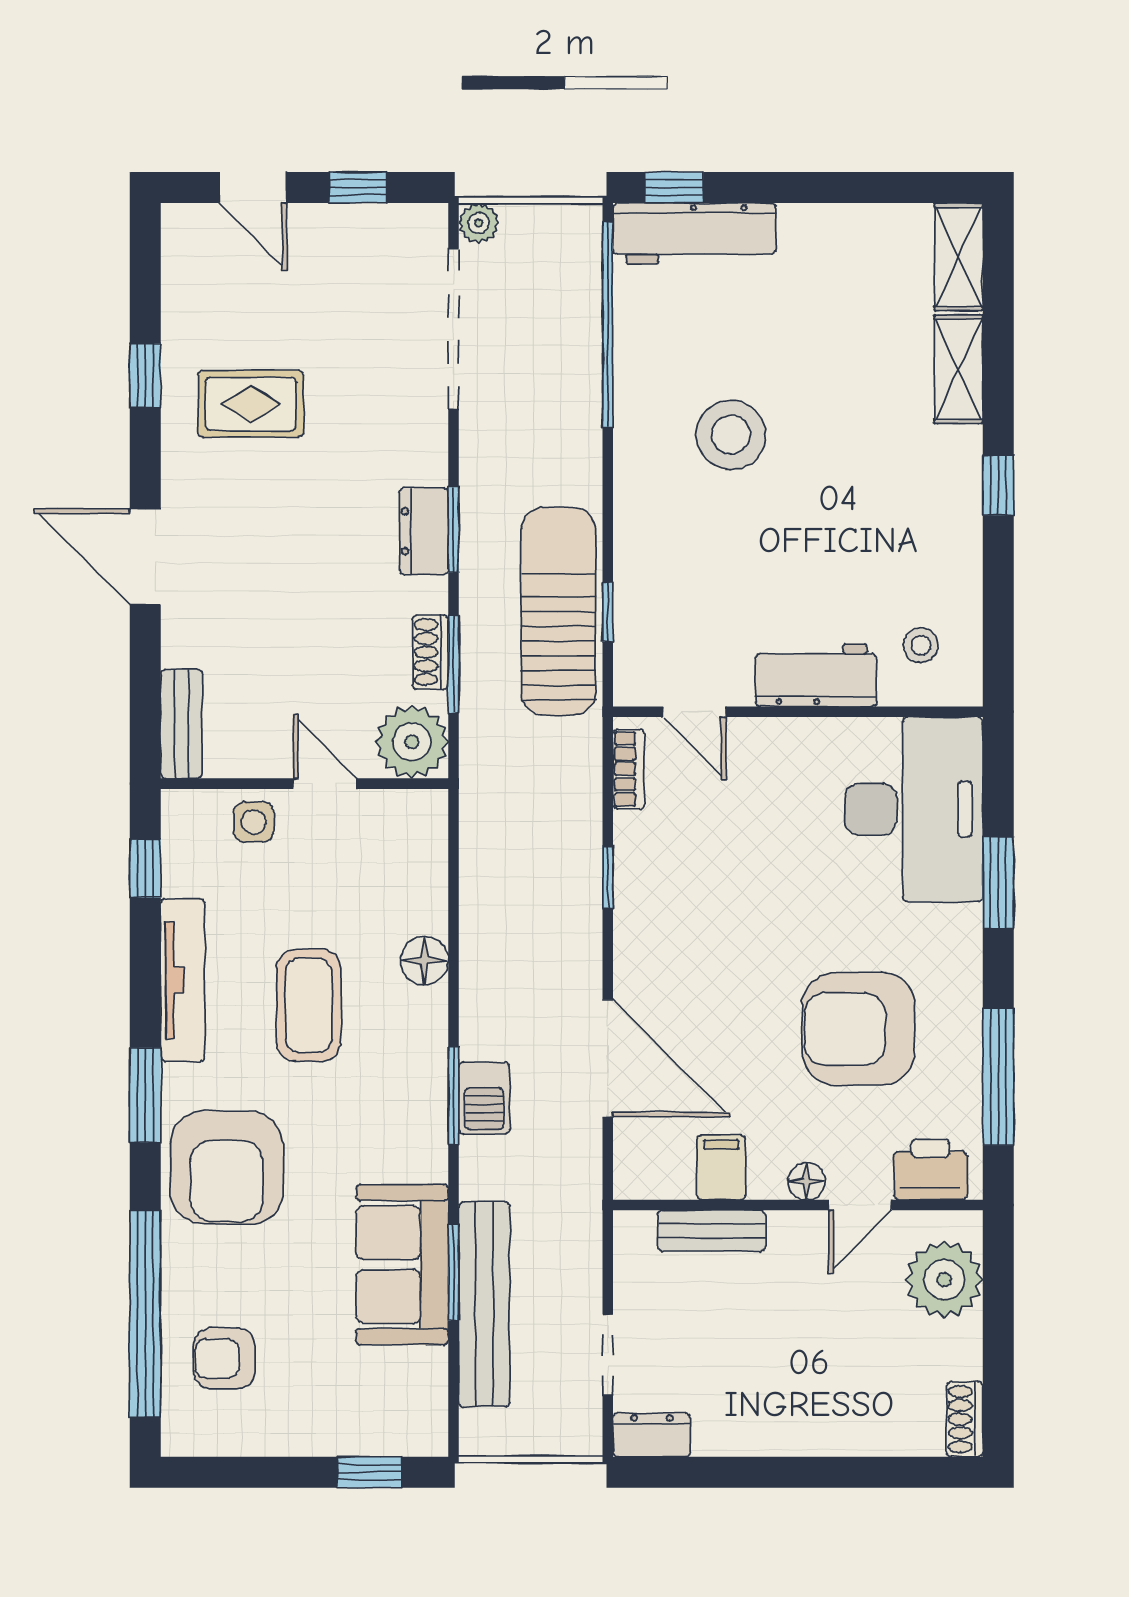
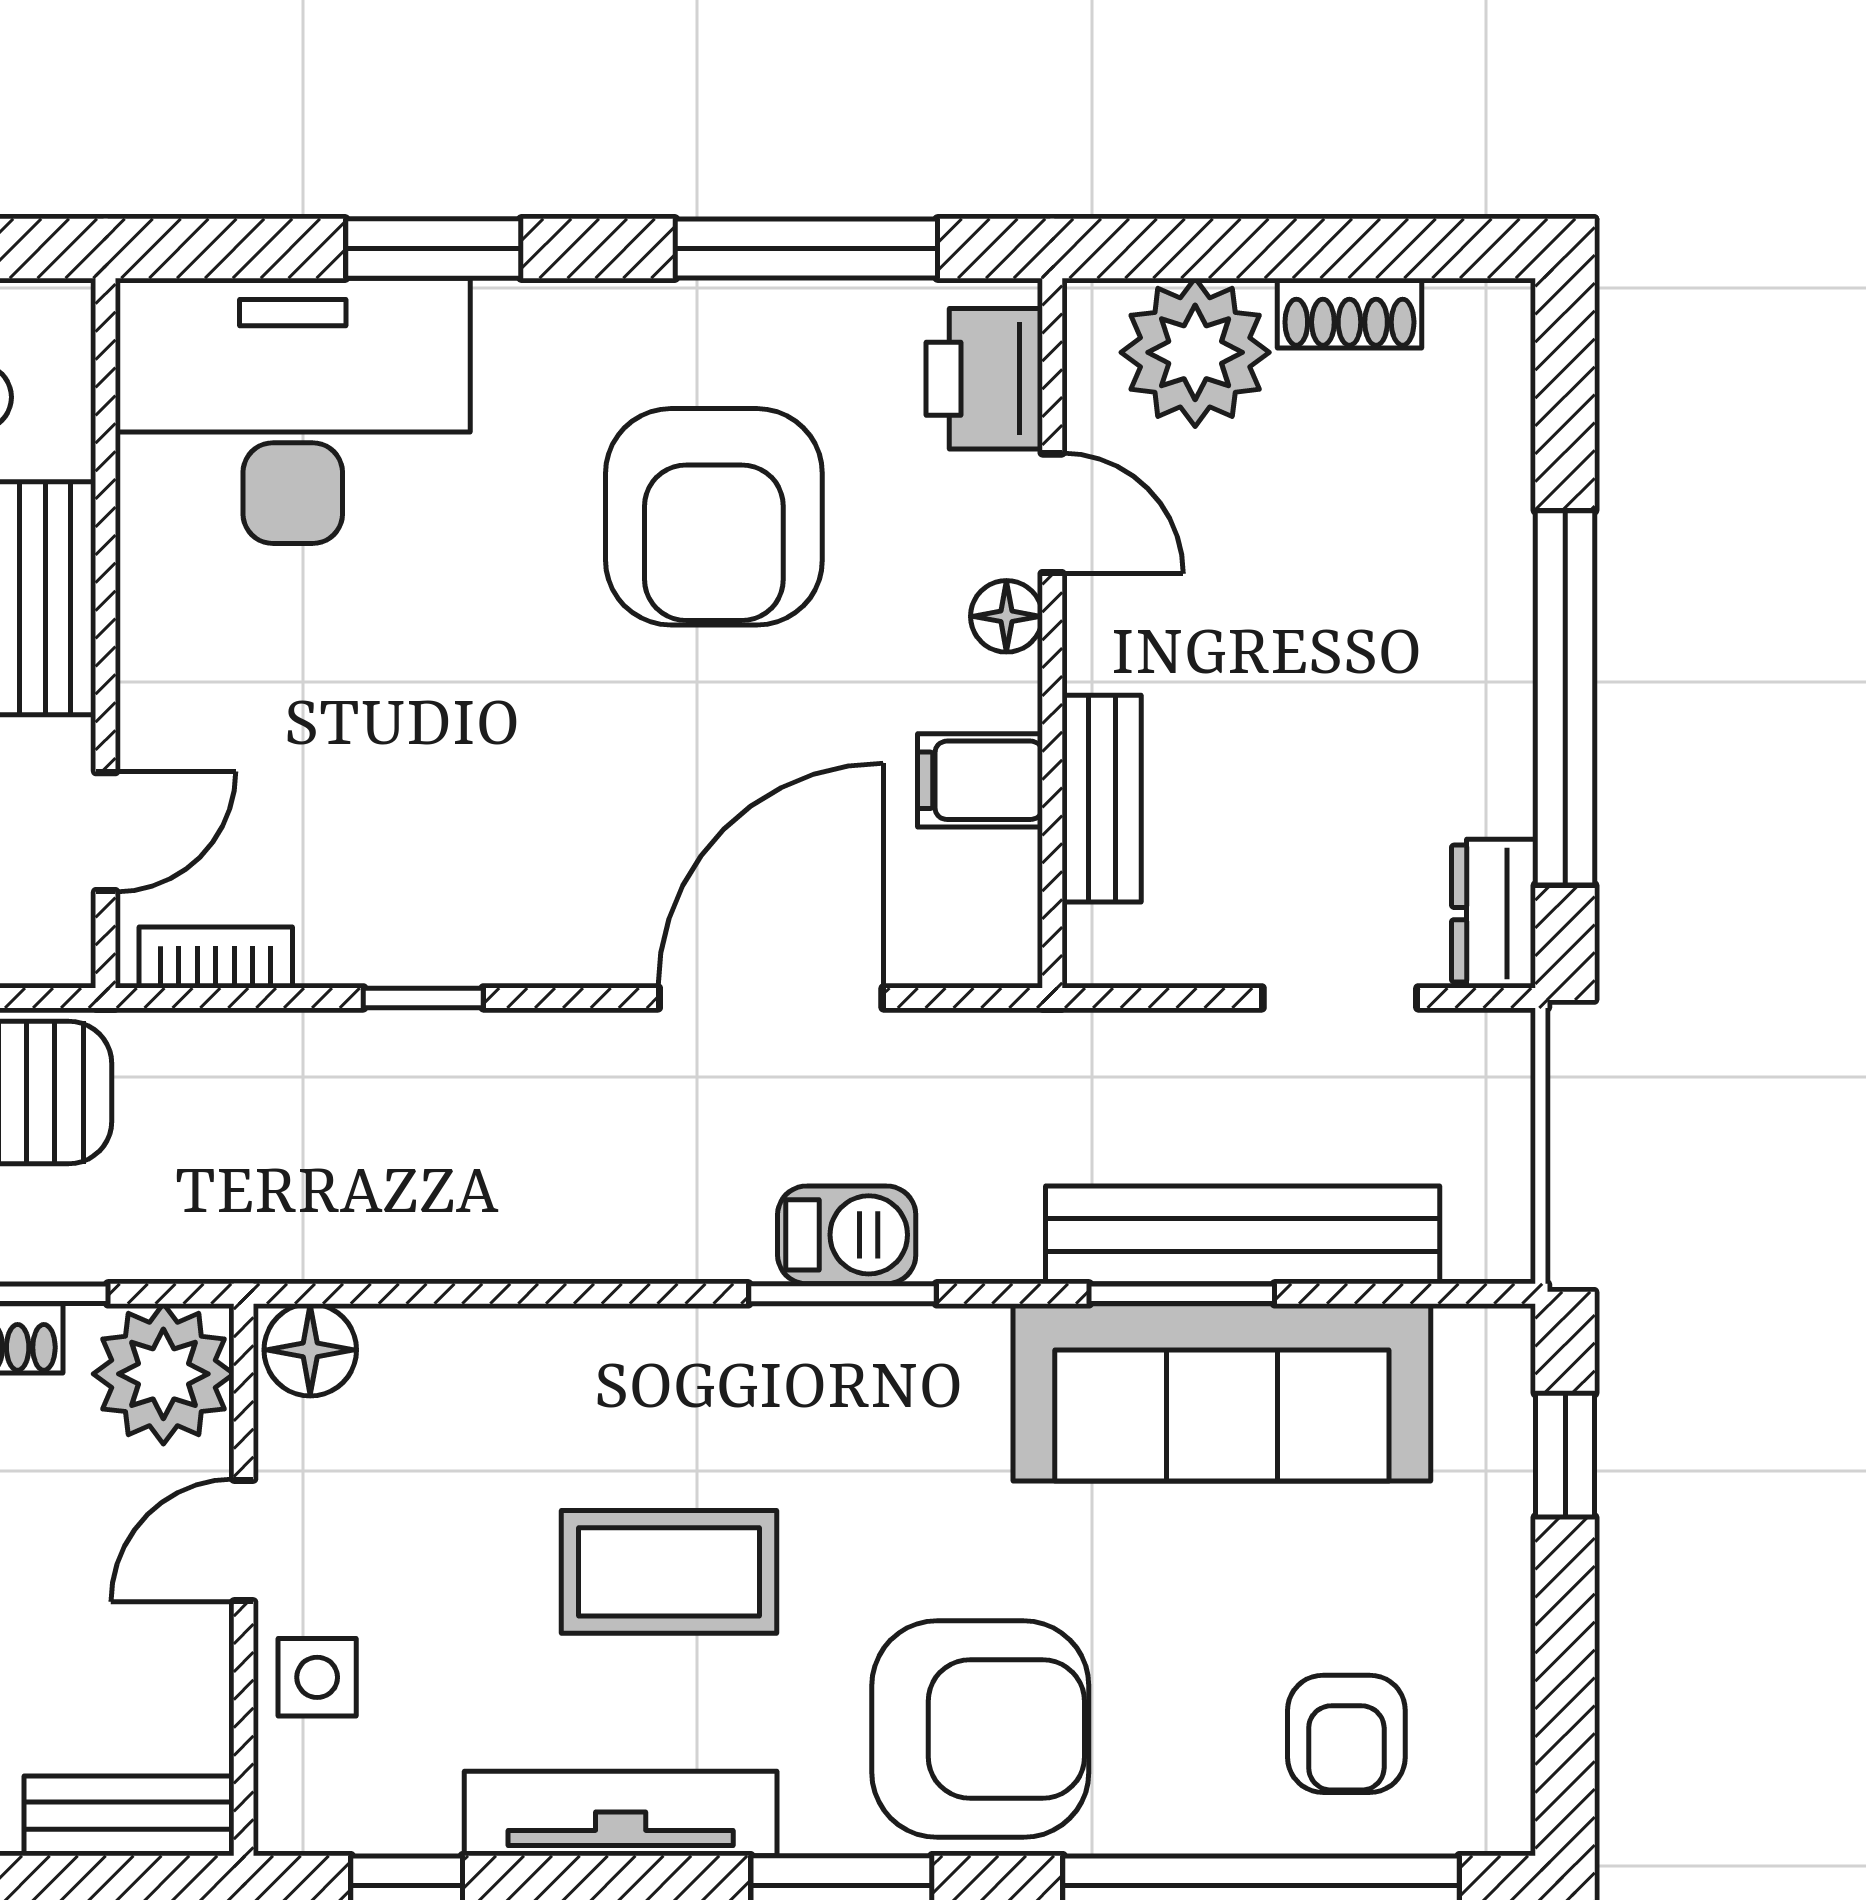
floor lamp: (424, 961) -> (310, 1350), moved
sofa: (402, 1265) -> (1222, 1392), width x1.36
shoe rack: (965, 1419) -> (1349, 313), moved
window: (764, 1472) -> (1565, 698), added

